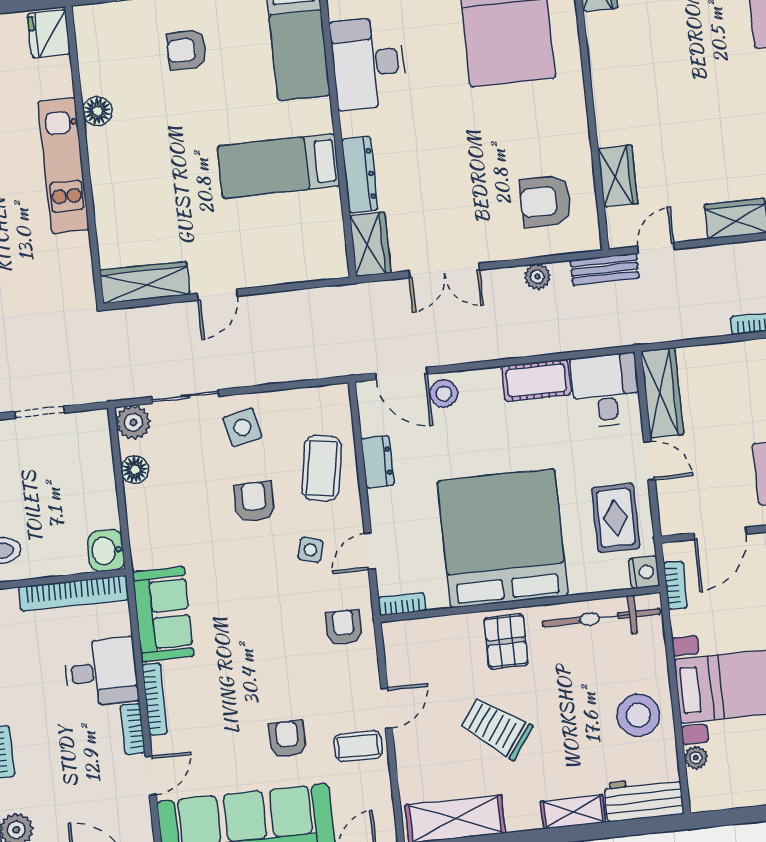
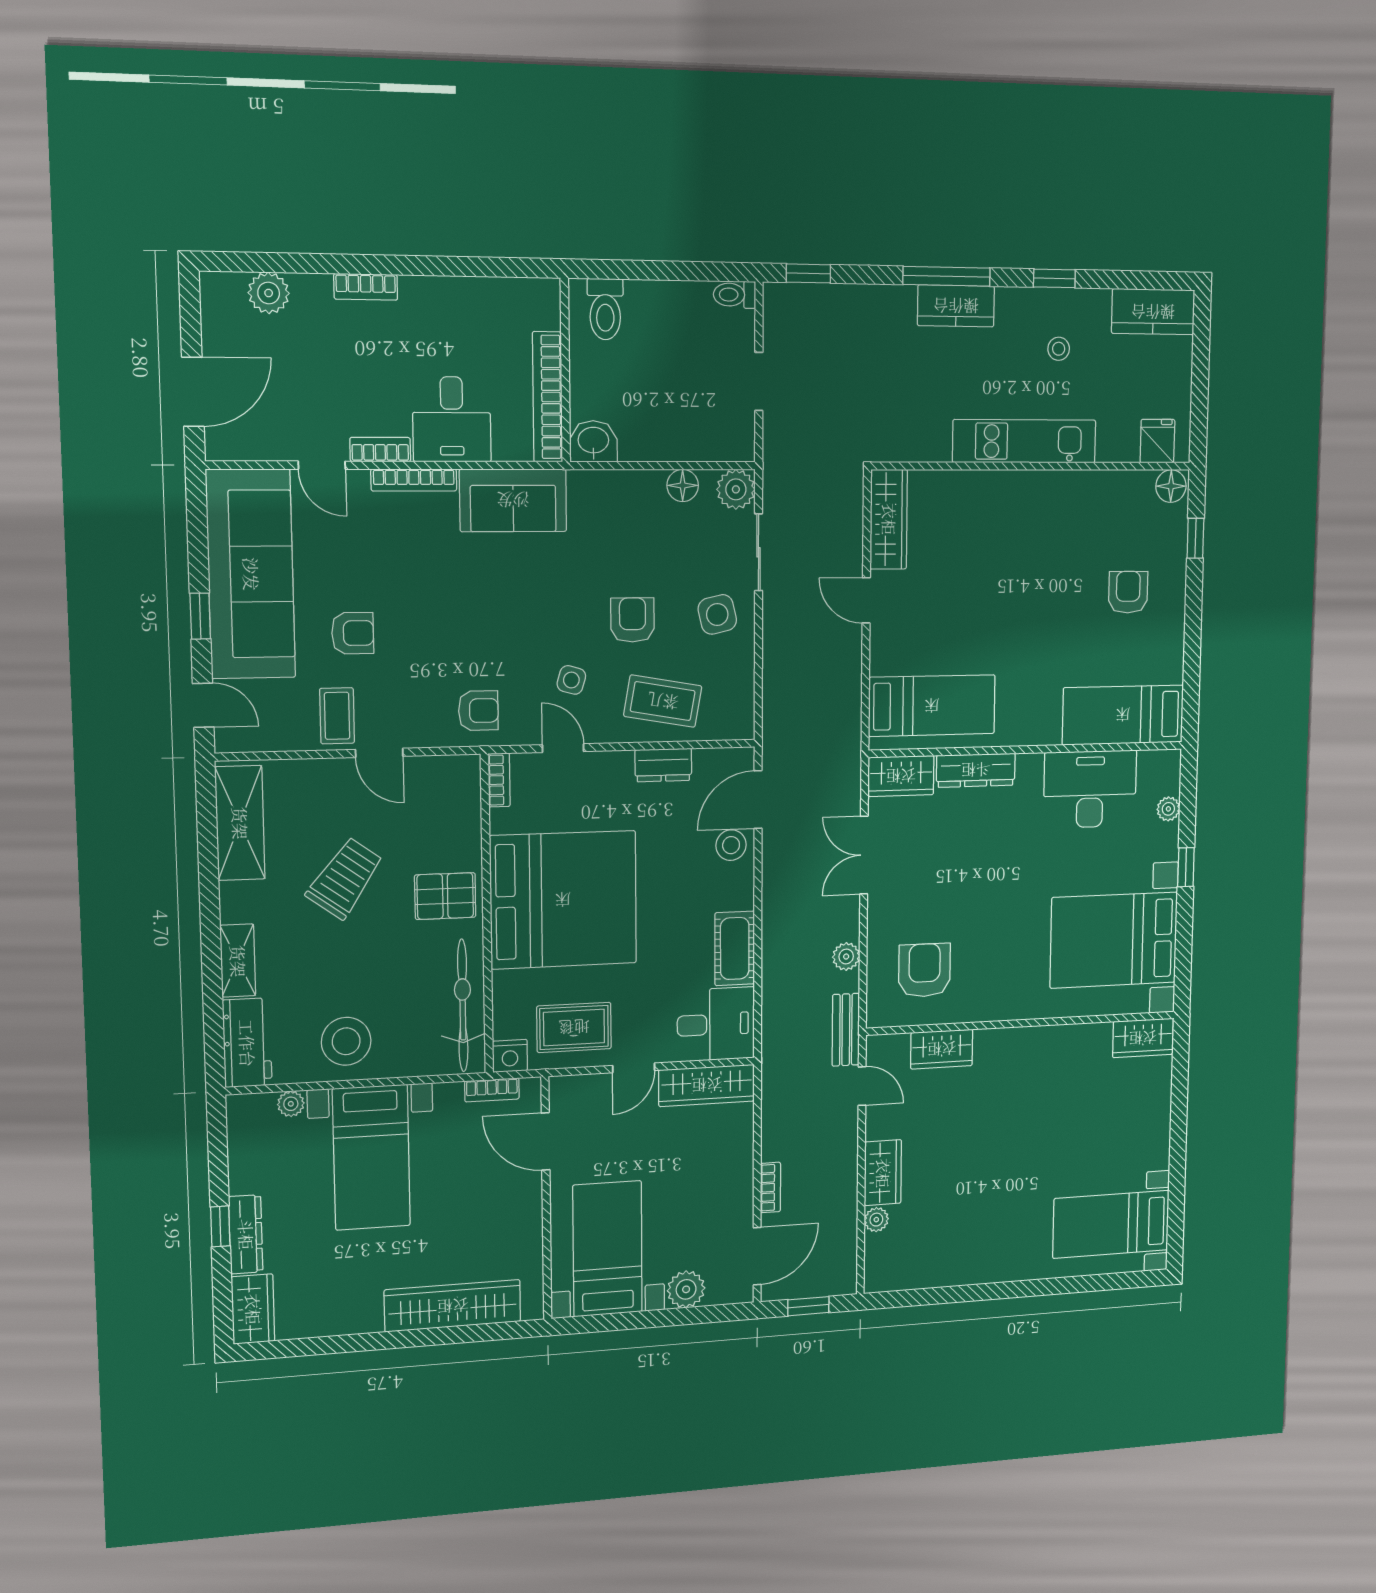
fridge: (49, 34) -> (1157, 441), width x0.72
floor lamp: (97, 111) -> (1171, 486), moved
bed: (279, 166) -> (932, 706), moved, turned 90
armchair: (254, 502) -> (633, 620), turned -90

